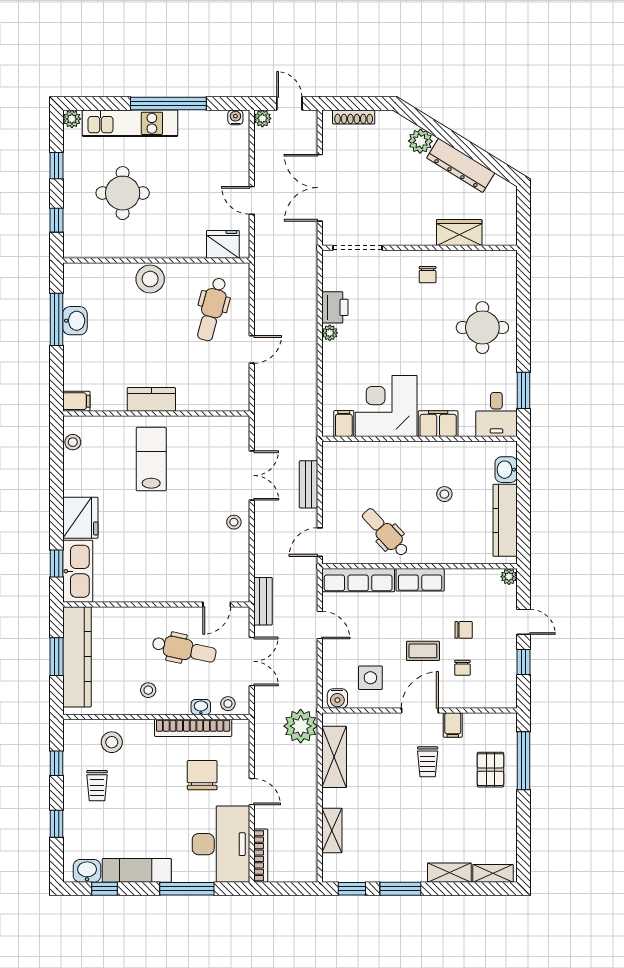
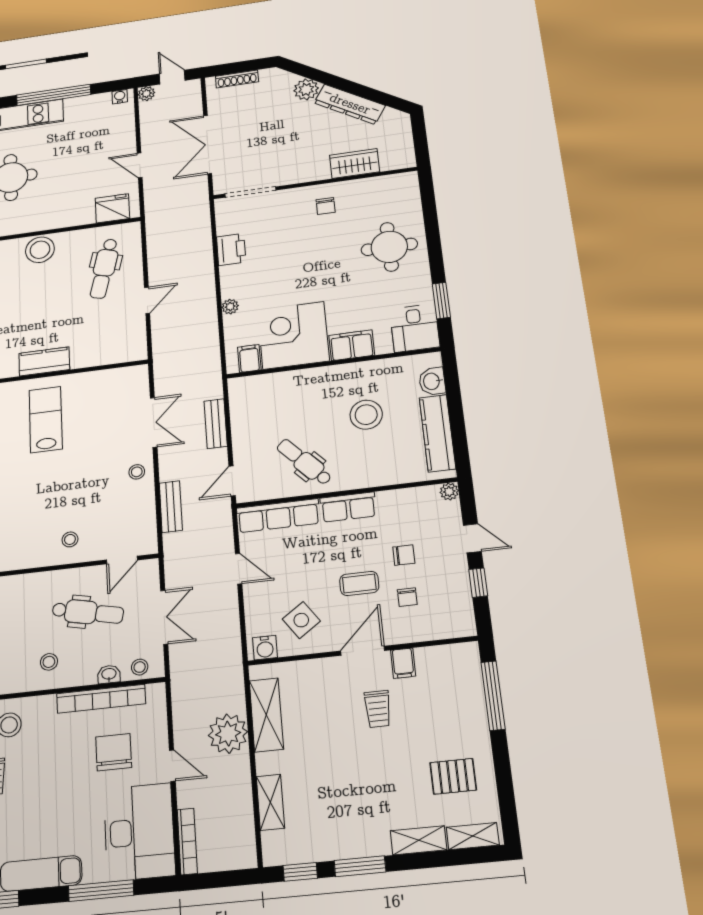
plant: (330, 333) -> (230, 307), moved
stool: (444, 494) -> (366, 415), width x1.89, depth x1.89
stool: (170, 579) -> (70, 539), added
bench: (263, 601) -> (171, 507), moved
side table: (370, 678) -> (301, 620), turned -35
plant: (301, 726) -> (228, 734), moved
pallet: (490, 770) -> (453, 776), moved, turned 90

